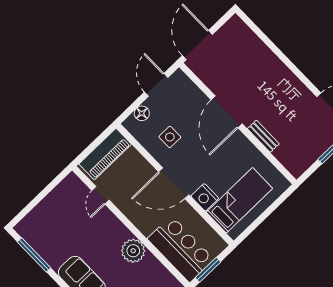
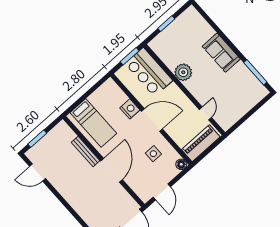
floor lamp: (142, 113) -> (181, 164), moved
bench: (263, 136) -> (86, 151), width x1.36
bed: (239, 200) -> (93, 123), moved, turned -90

